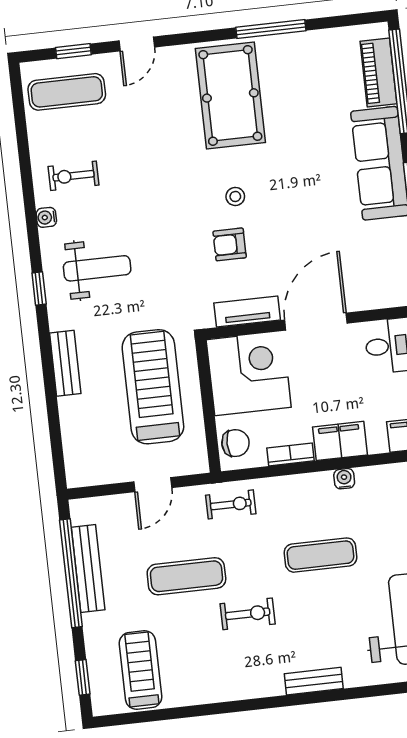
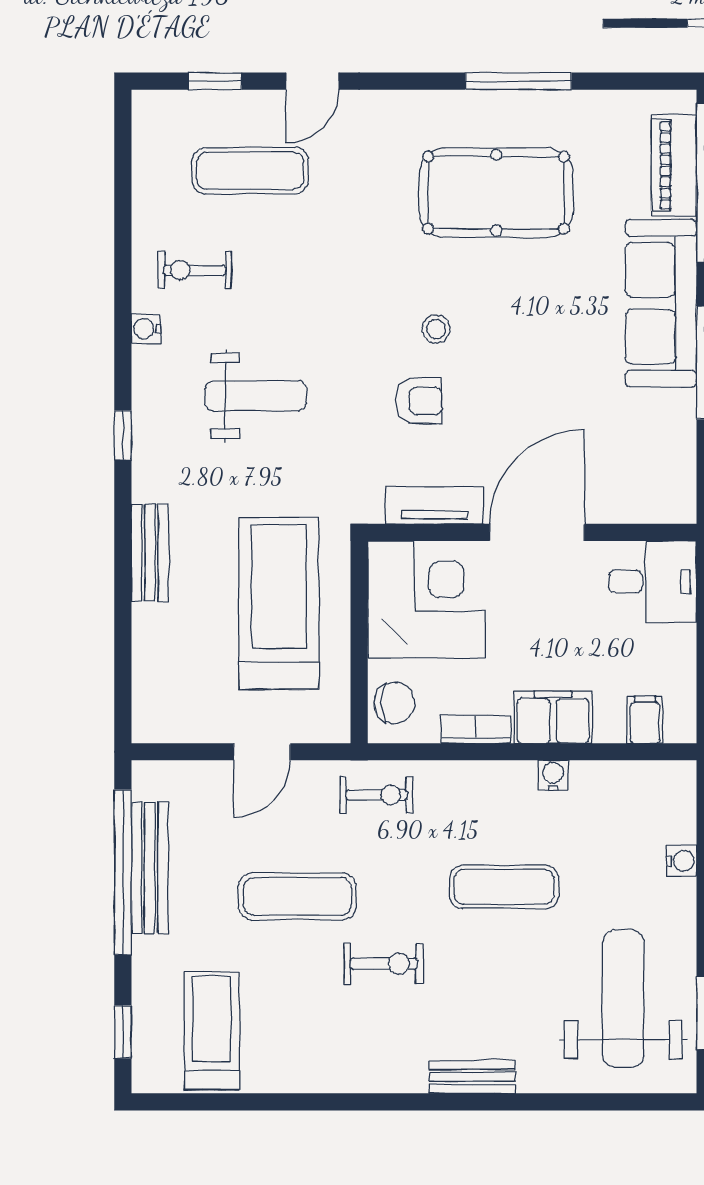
exercise mat: (67, 92) -> (250, 171), moved
pool table: (230, 95) -> (496, 193), moved, turned 90
armchair: (230, 244) -> (419, 401), turned 180
weight bench: (97, 268) -> (256, 396), moved

